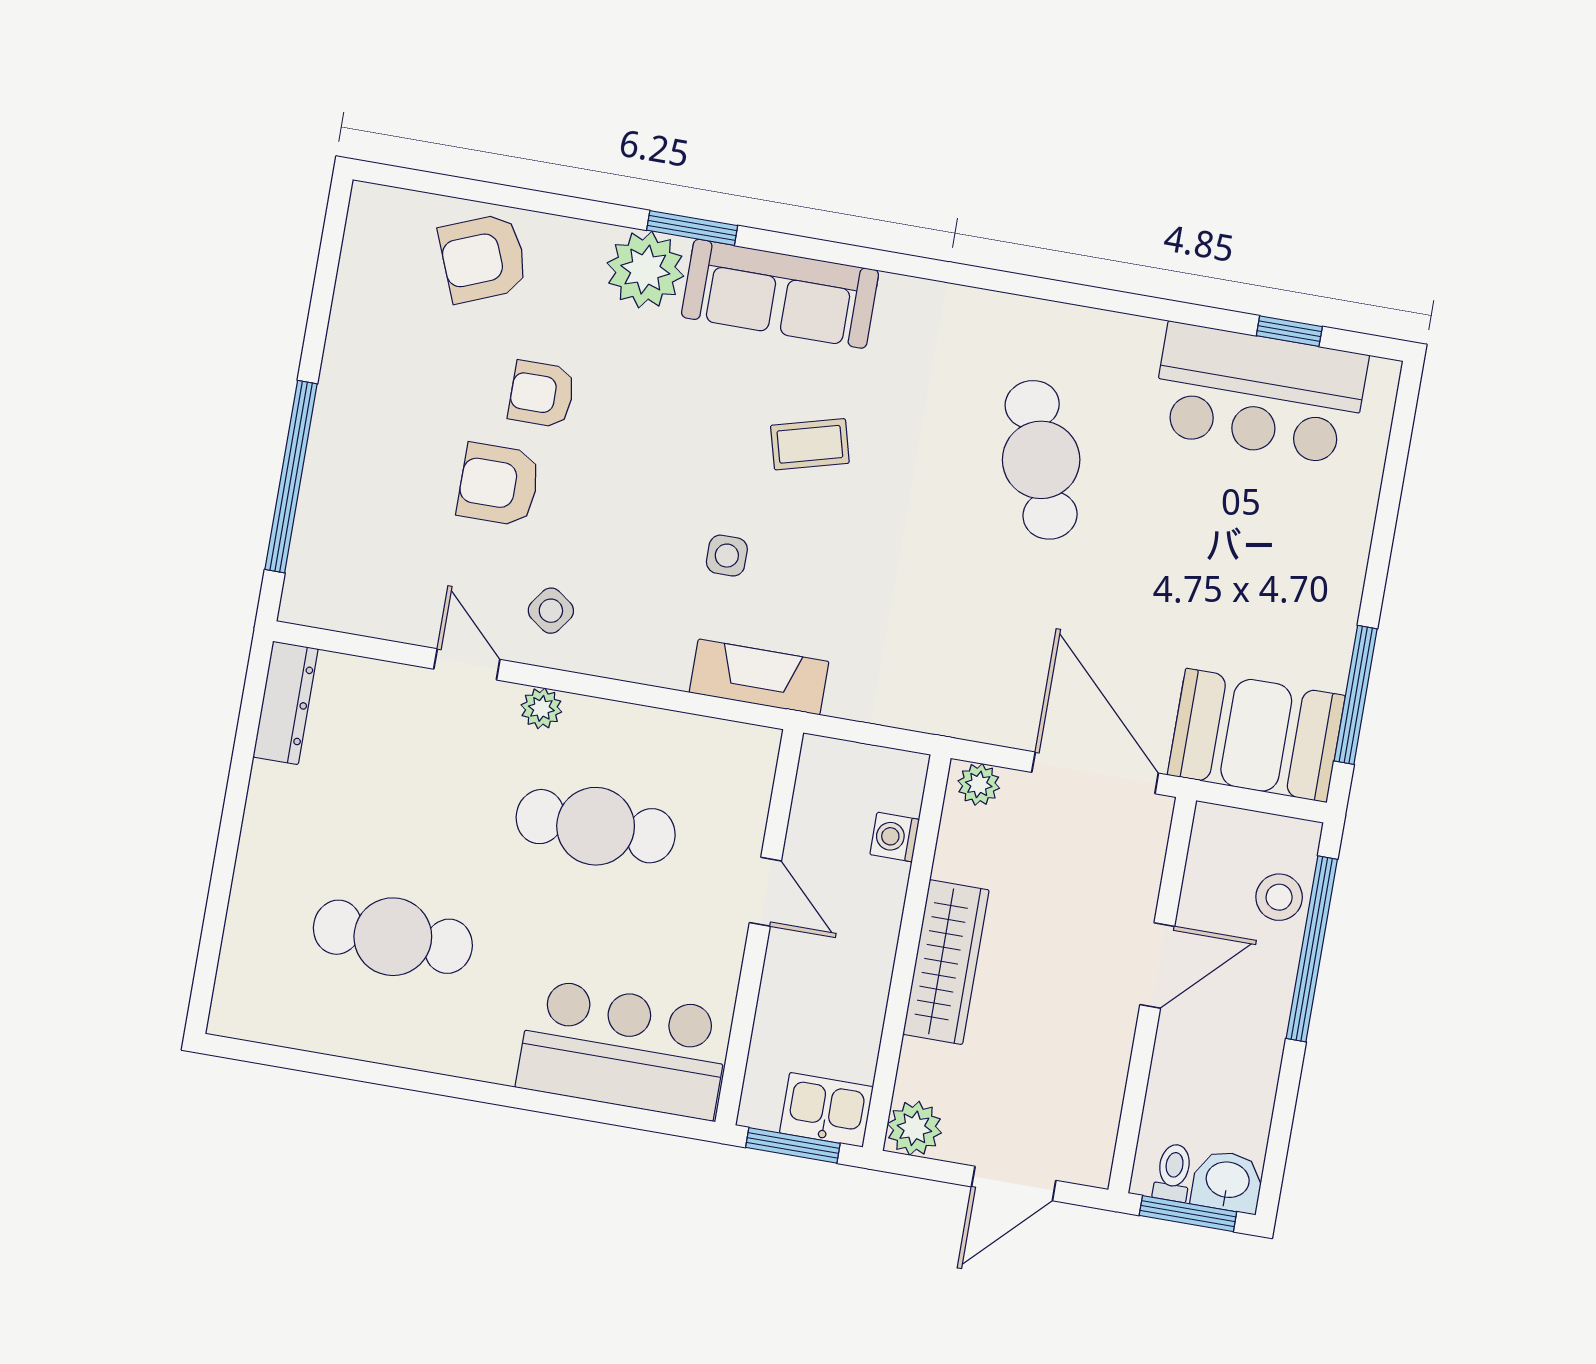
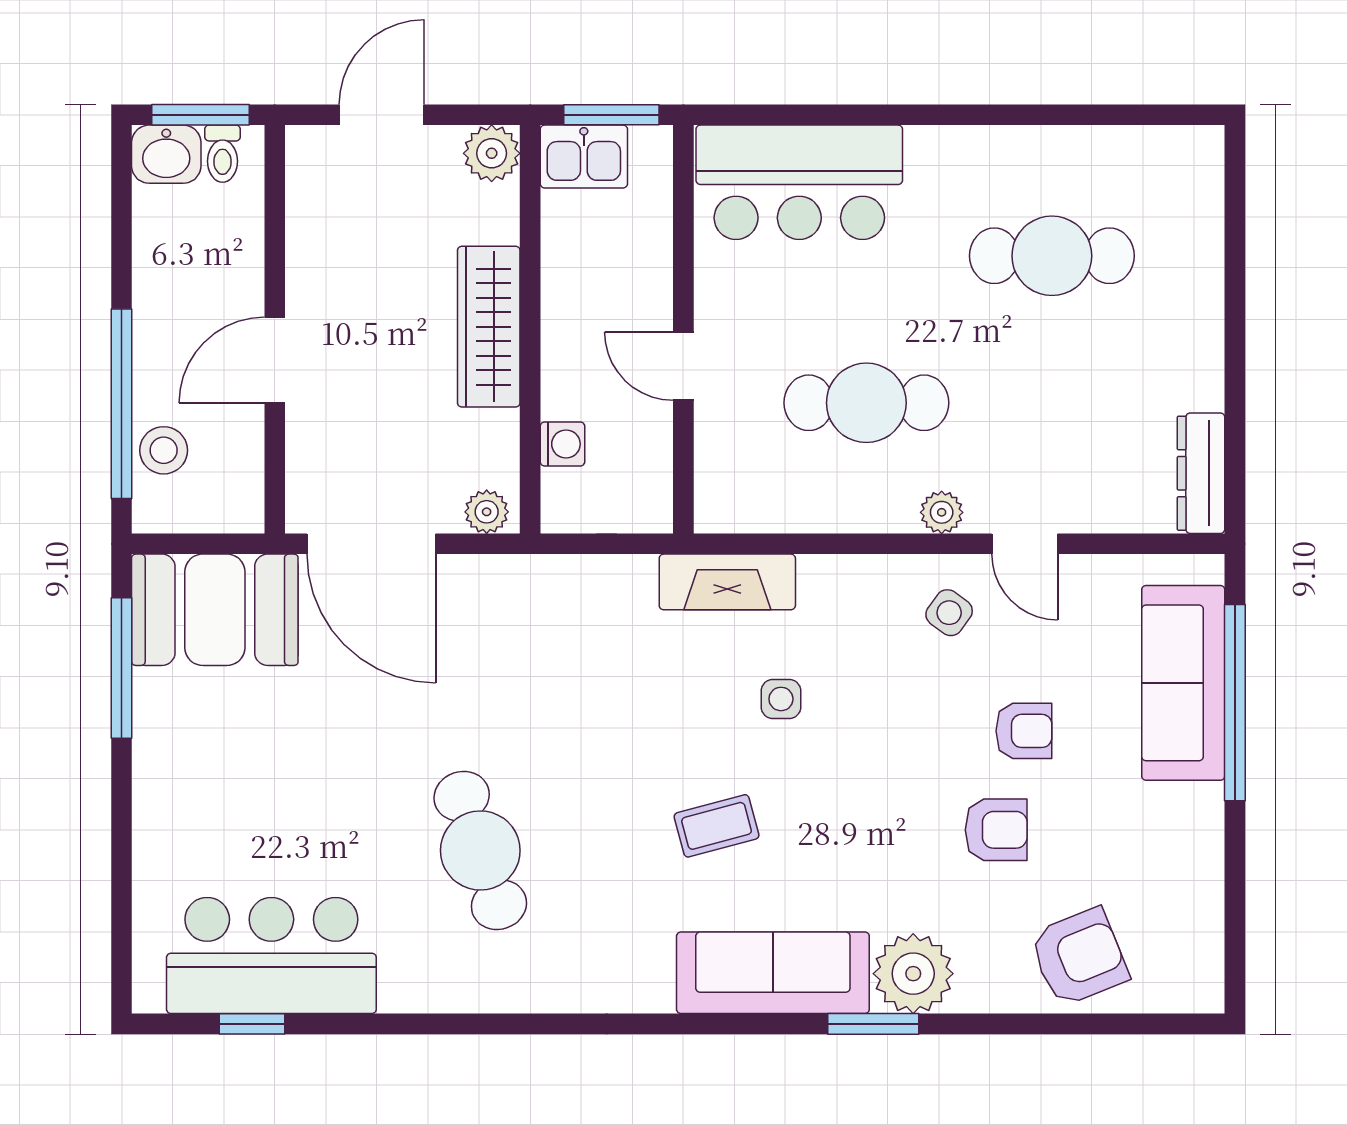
armchair: (499, 485) -> (1024, 731), width x0.72, depth x0.72
sofa: (337, 504) -> (1183, 683), added

